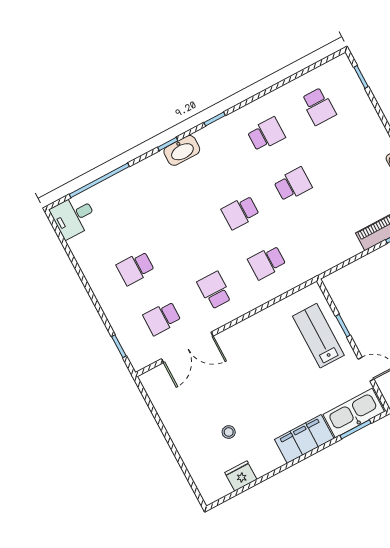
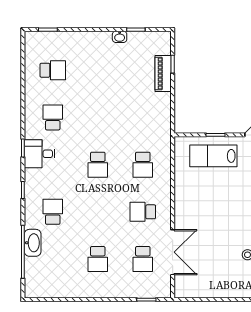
washbasin: (182, 150) -> (33, 243), moved
school desk: (293, 184) -> (53, 212), moved
desk: (74, 216) -> (40, 154), moved, turned 90

